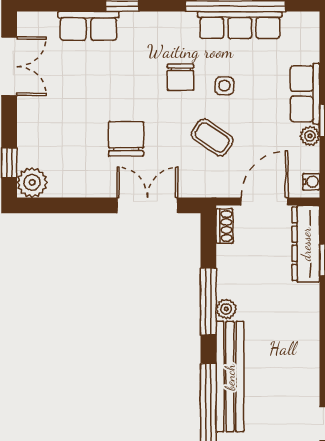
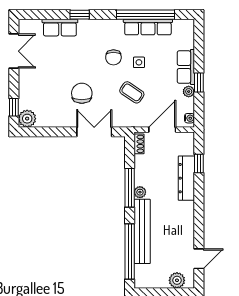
dresser: (306, 244) -> (186, 178), moved

